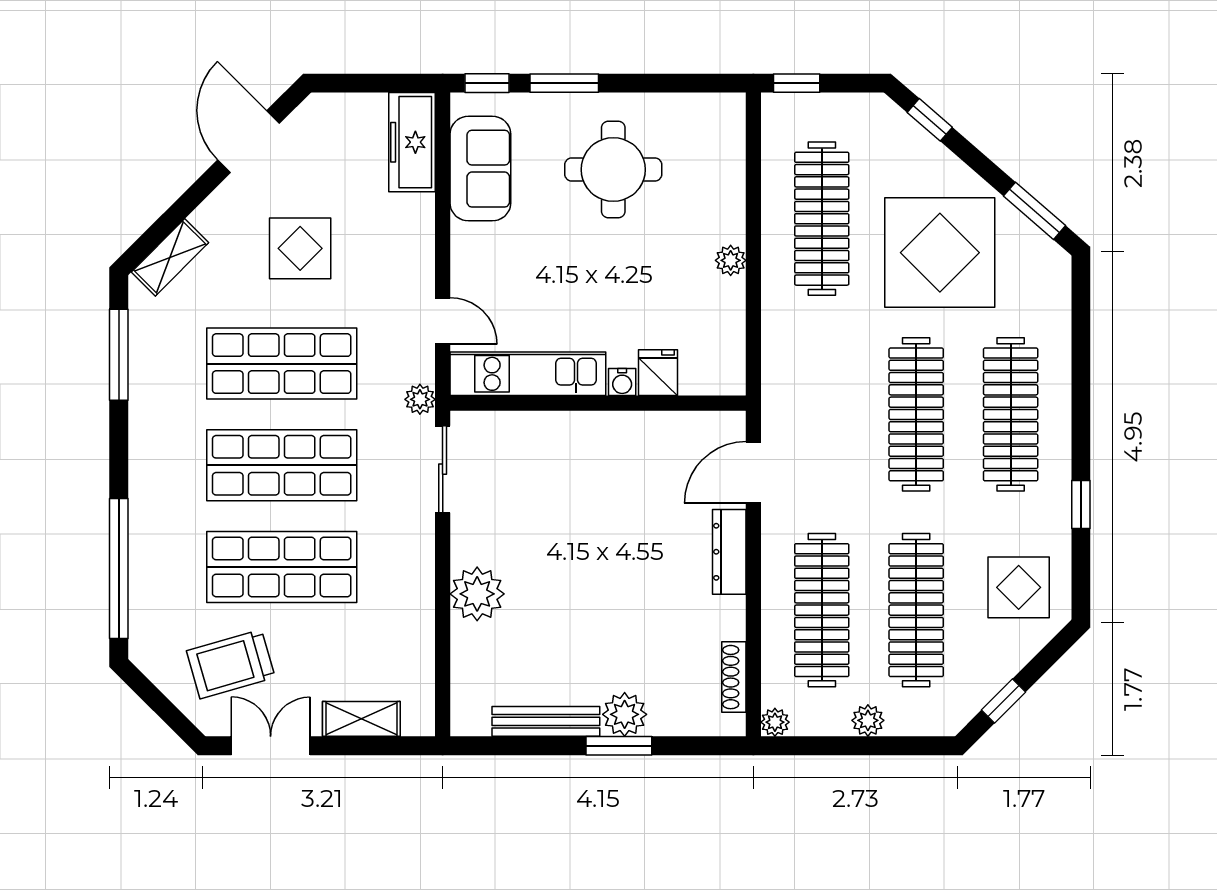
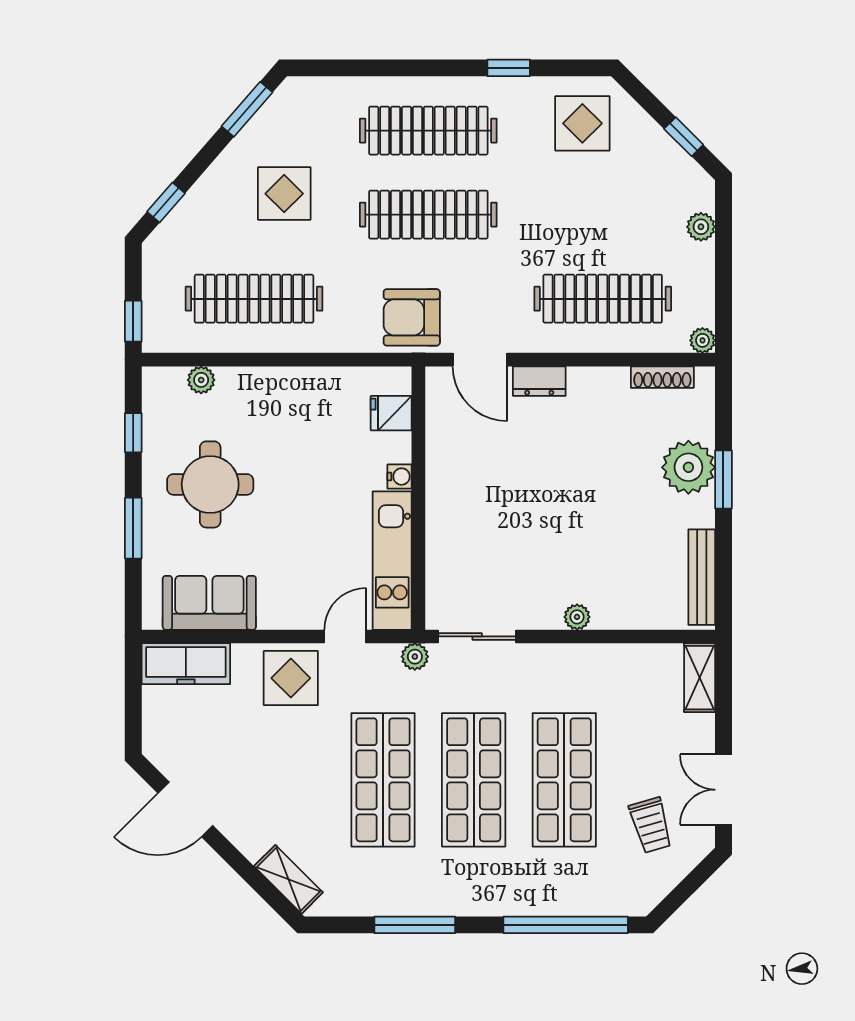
window: (487, 83) -> (133, 433), moved
display table: (300, 248) -> (291, 678), moved
display table: (940, 253) -> (284, 194), width x0.54, depth x0.54
plant: (731, 260) -> (201, 380), moved
window: (119, 355) -> (415, 925), moved
fridge: (658, 373) -> (391, 413), moved
armchair: (801, 396) -> (412, 317), added
dresser: (729, 552) -> (539, 381), width x0.70
plant: (477, 594) -> (577, 617), width x0.53, depth x0.53
clothes rail: (916, 610) -> (603, 215), removed
trolley: (231, 664) -> (651, 825), width x0.73, depth x0.72
plant: (625, 714) -> (688, 467), width x1.36, depth x1.36
shelving: (361, 719) -> (700, 678), moved
plant: (868, 720) -> (701, 227), moved
bench: (546, 721) -> (702, 577), moved

